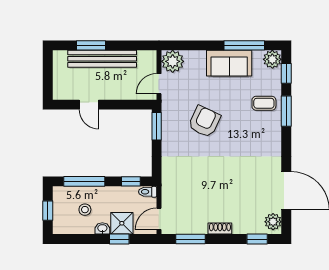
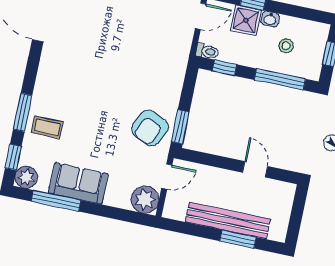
armchair: (204, 121) -> (150, 128), moved

